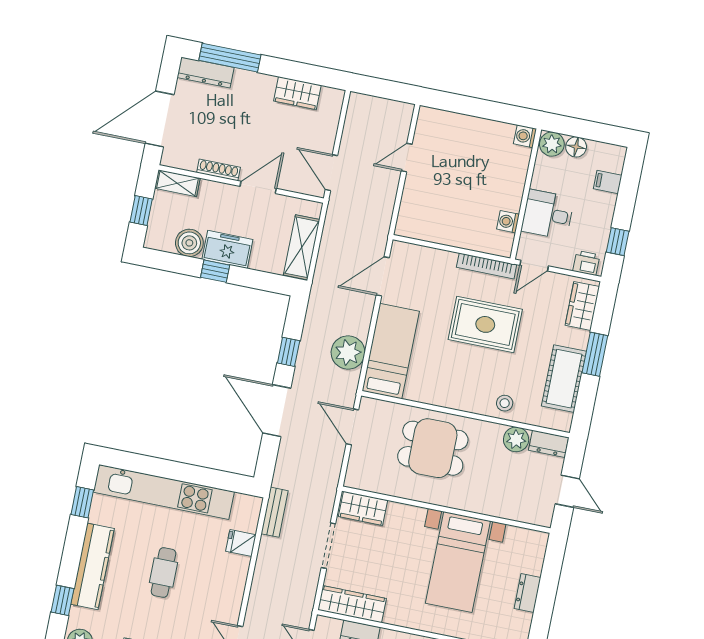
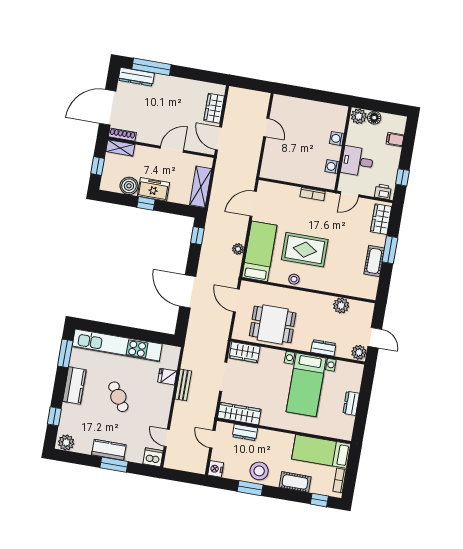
wardrobe: (297, 93) -> (214, 108), moved, turned 90
washing machine: (525, 136) -> (337, 139), moved
door: (407, 158) -> (266, 127), swing flipped
shoe rack: (219, 170) -> (122, 135), moved
bookcase: (487, 266) -> (313, 194), width x0.64
rug: (485, 324) -> (305, 250), moved
window: (289, 352) -> (197, 236), moved
plant: (348, 352) -> (238, 249), width x0.53, depth x0.53
cot: (564, 379) -> (374, 261), width x0.73, depth x0.75
stool: (505, 403) -> (294, 279), moved
dresser: (549, 444) -> (323, 348), moved, turned 180
dining table: (433, 448) -> (273, 324), moved
window: (82, 502) -> (65, 353), width x1.50
bench: (275, 512) -> (183, 385), moved
plant: (542, 514) -> (359, 352), added
kitchen counter: (92, 566) -> (74, 385), width x0.67
cafe table: (164, 572) -> (118, 397), turned -33

